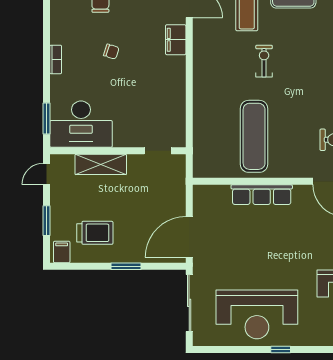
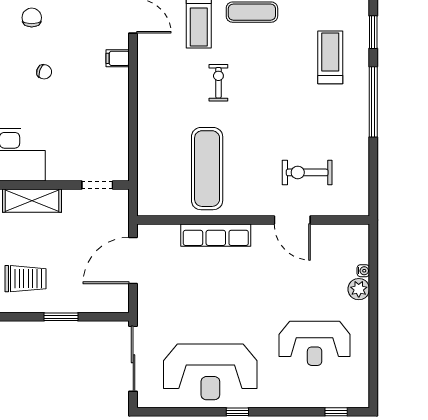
filing cabinet: (176, 40) -> (118, 58), width x0.50
door: (189, 237) -> (133, 261), moved

